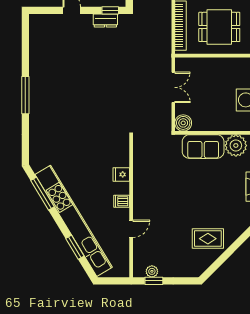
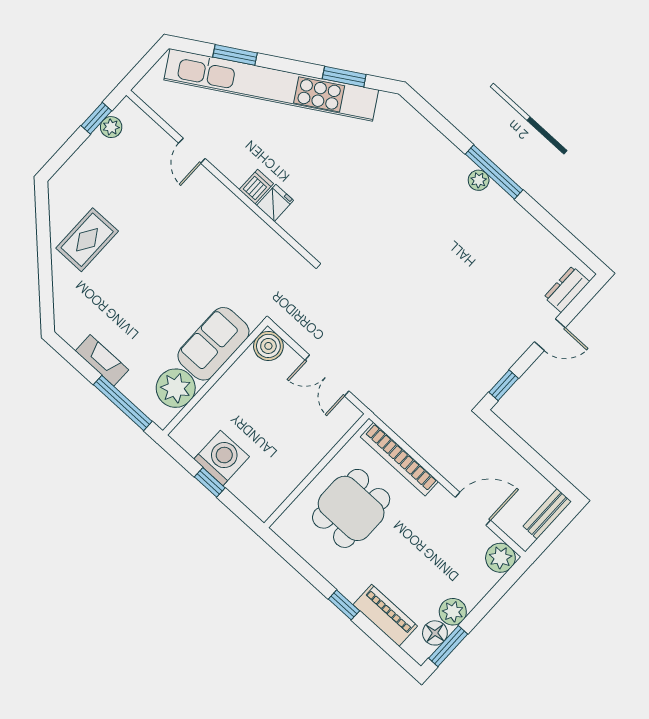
dresser: (105, 20) -> (567, 289), moved
plant: (35, 98) -> (479, 180), added
window: (42, 194) -> (344, 77), width x0.69
dishwasher: (122, 201) -> (256, 187), moved

